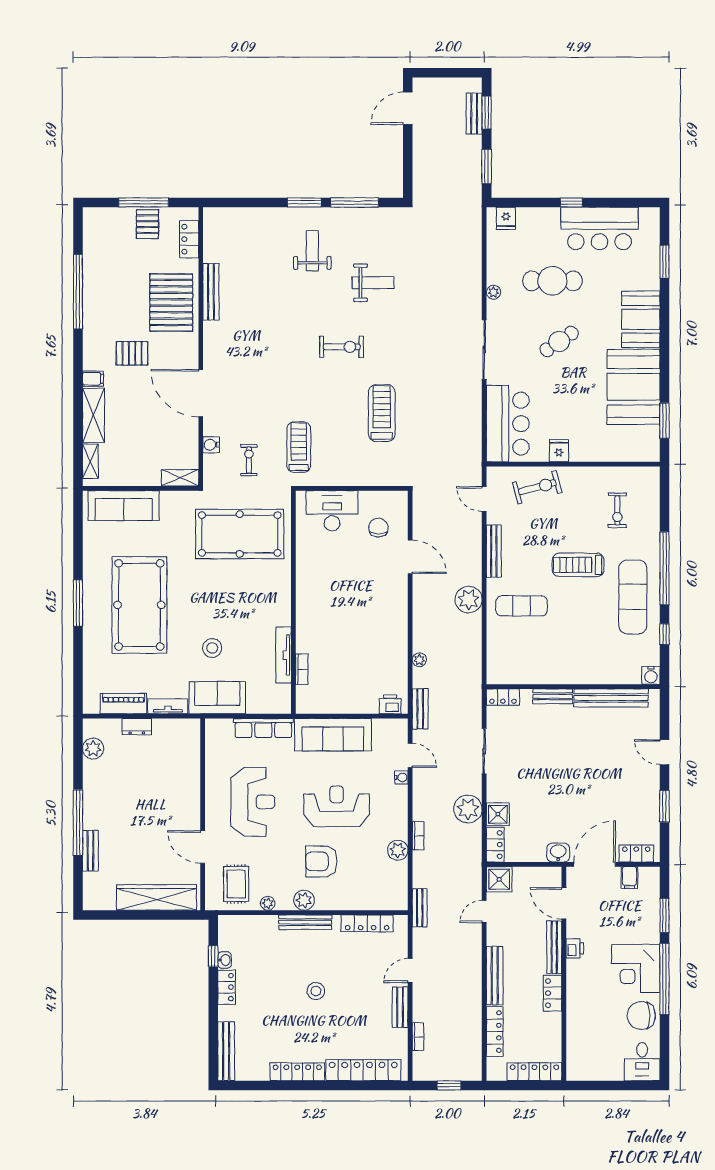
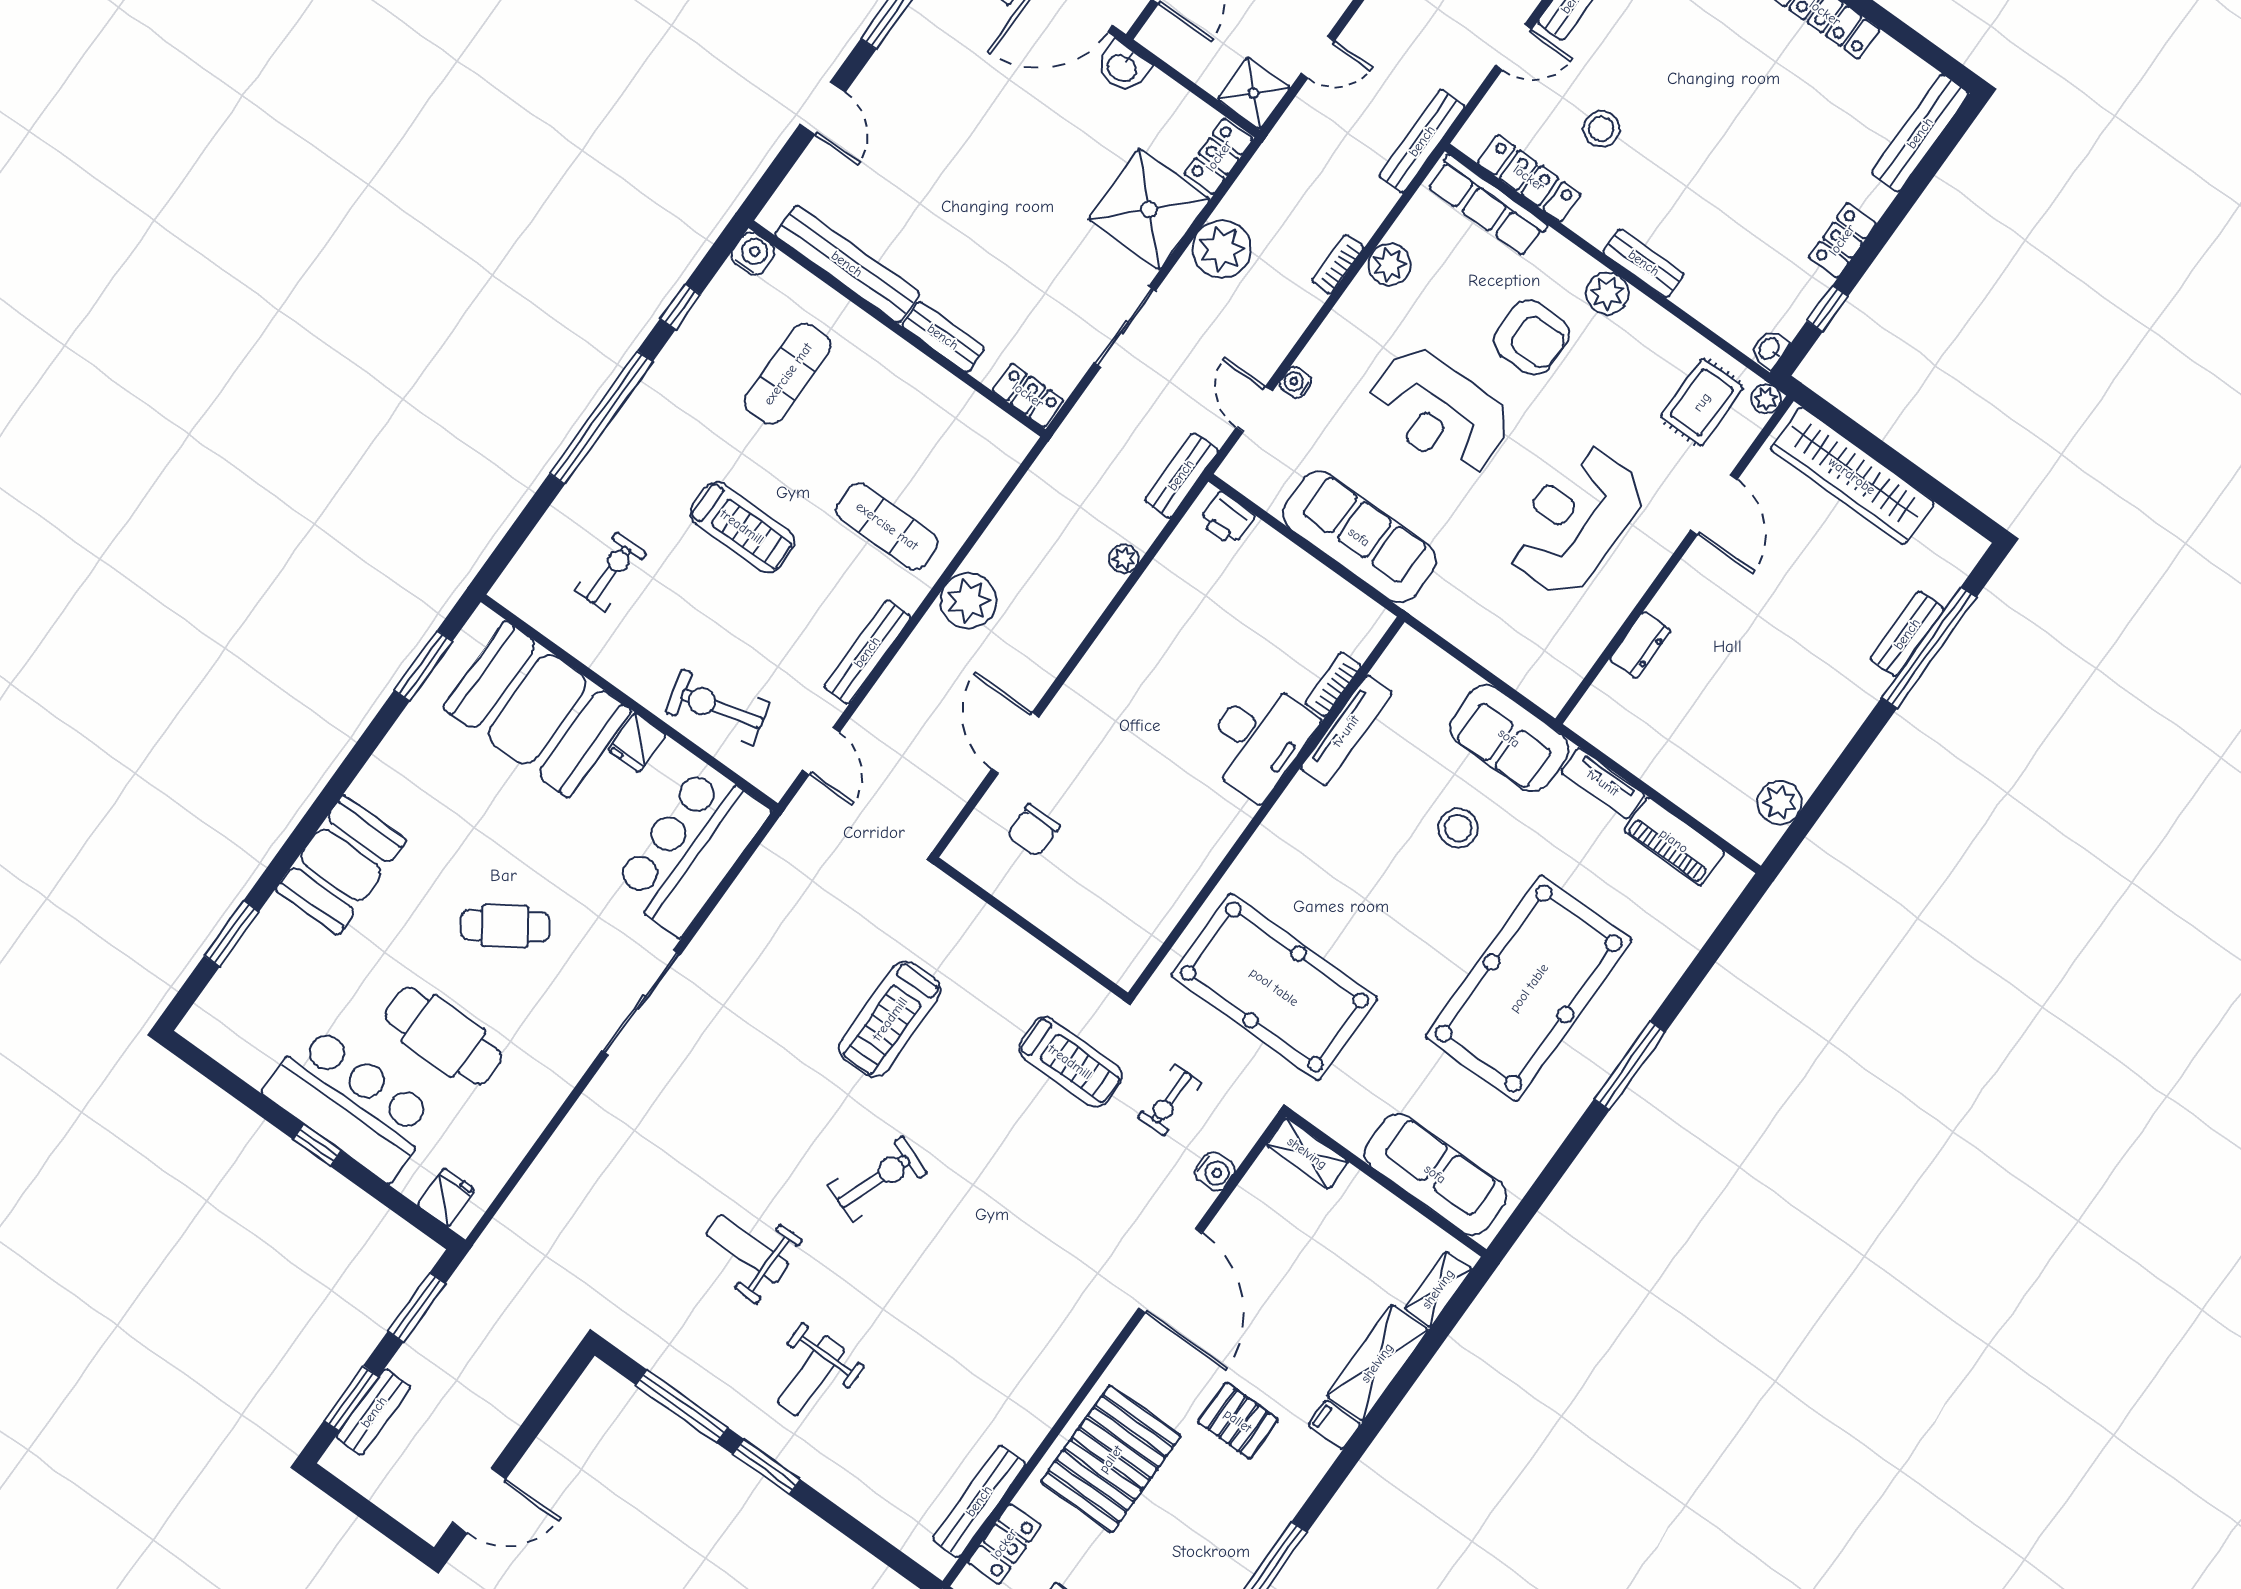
bar counter: (600, 228) -> (351, 1103), moved
bench: (211, 292) -> (979, 1501), moved
plant: (493, 292) -> (556, 1088), removed
exercise bike: (342, 347) -> (878, 1179), turned 111
booth: (633, 387) -> (537, 709), moved, turned 90
treadmill: (299, 447) -> (1070, 1062), turned -90
desk: (332, 511) -> (1258, 739), moved, turned -90
exercise mat: (633, 597) -> (788, 374), moved, width x0.73, depth x0.69
dresser: (137, 727) -> (1640, 645), moved, turned 90
row of seats: (263, 728) -> (1487, 206), moved, turned 180
shower: (498, 814) -> (1149, 209), width x1.86, depth x1.86
window: (78, 823) -> (1929, 648), moved
plant: (268, 903) -> (1766, 399), moved
bench: (420, 908) -> (1422, 141), width x1.36
bench: (305, 922) -> (1644, 263), width x0.73
washbasin: (225, 960) -> (1770, 349), moved
stool: (316, 991) -> (1601, 129), moved

